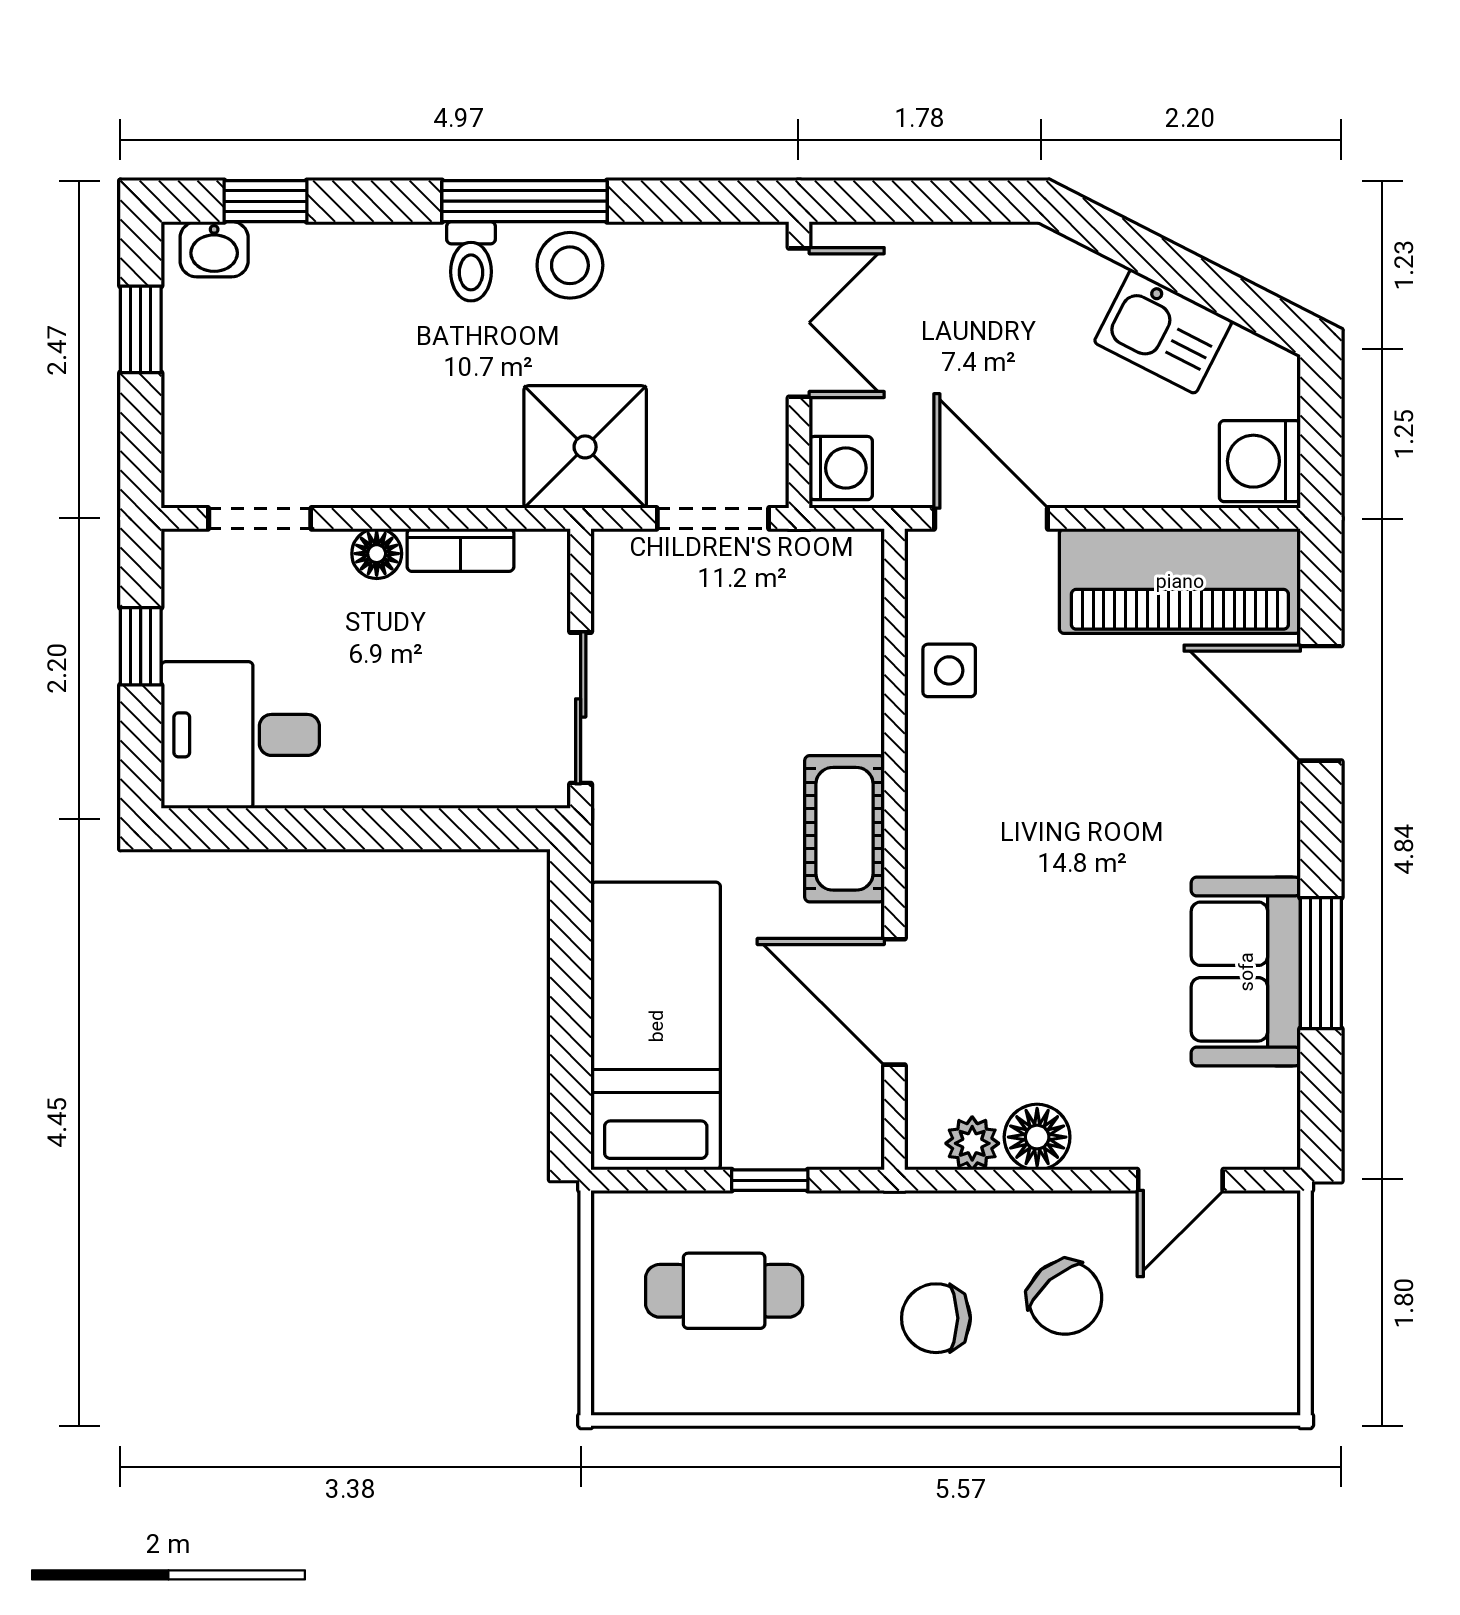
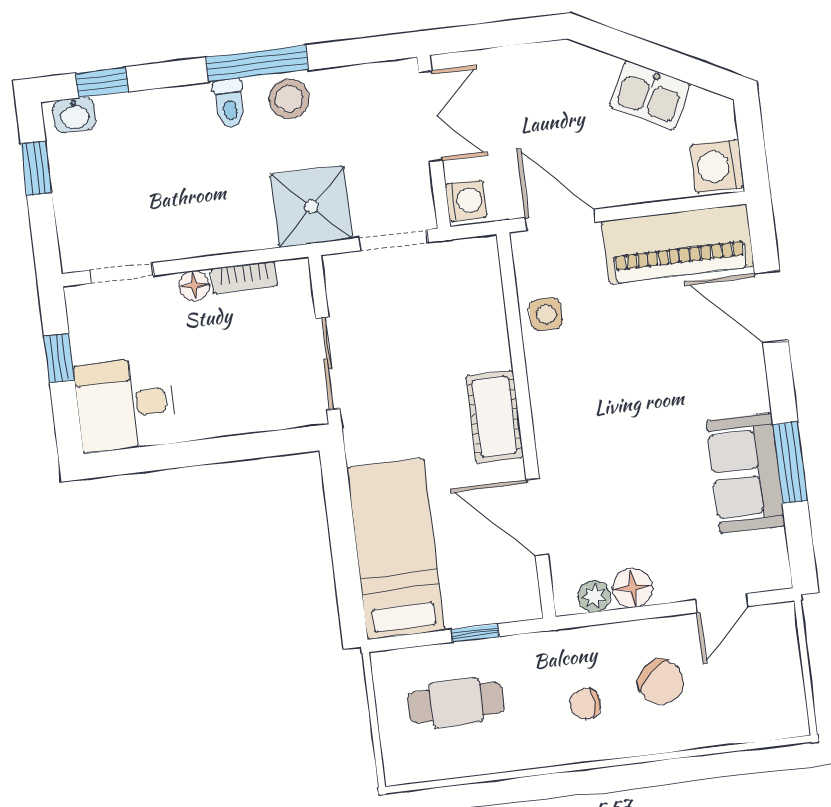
chair: (936, 1318) -> (585, 704), width x0.73, depth x0.73

